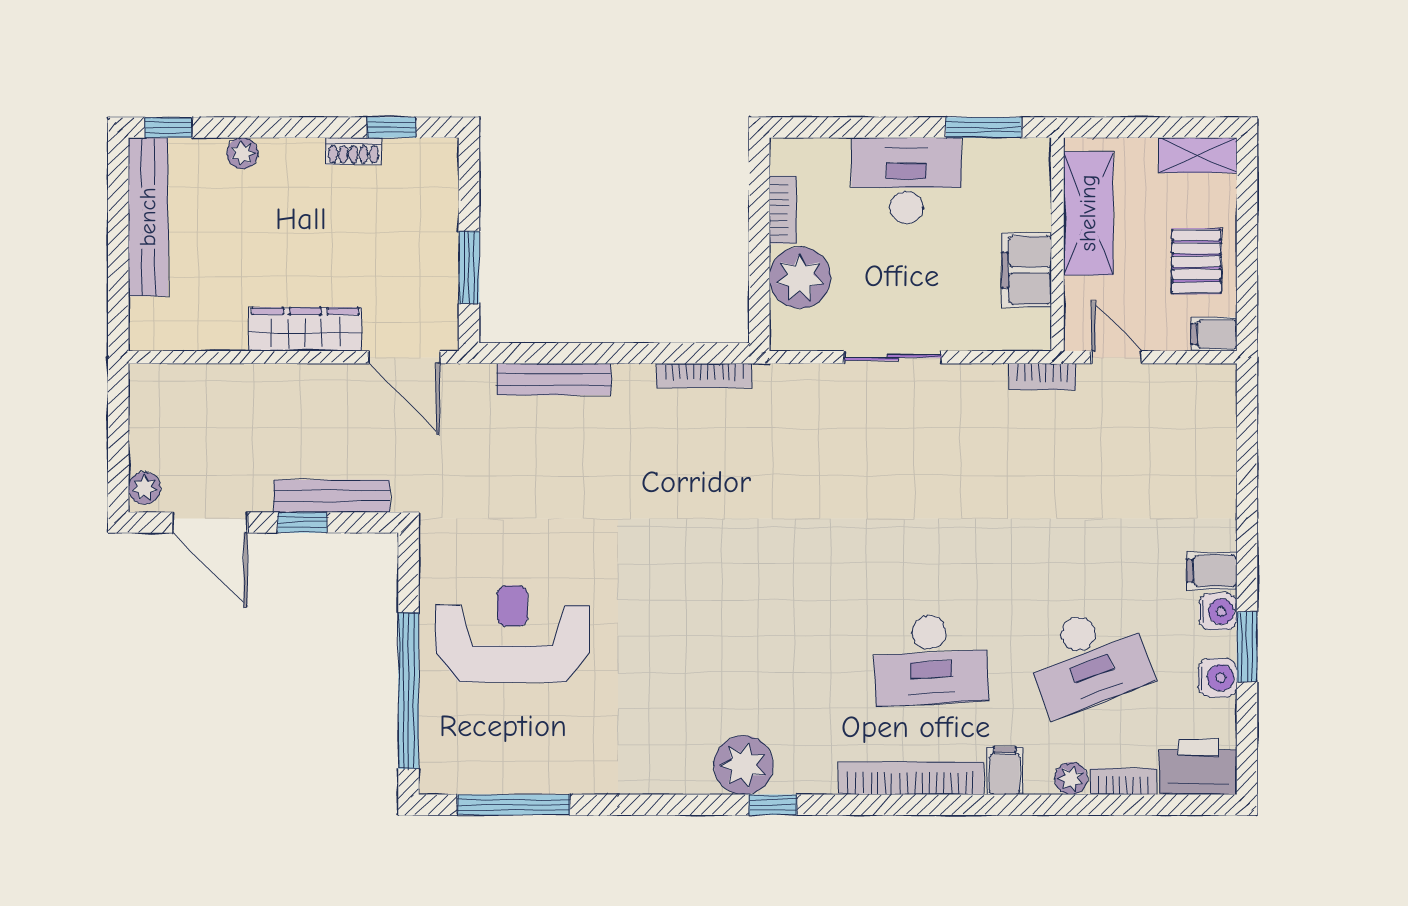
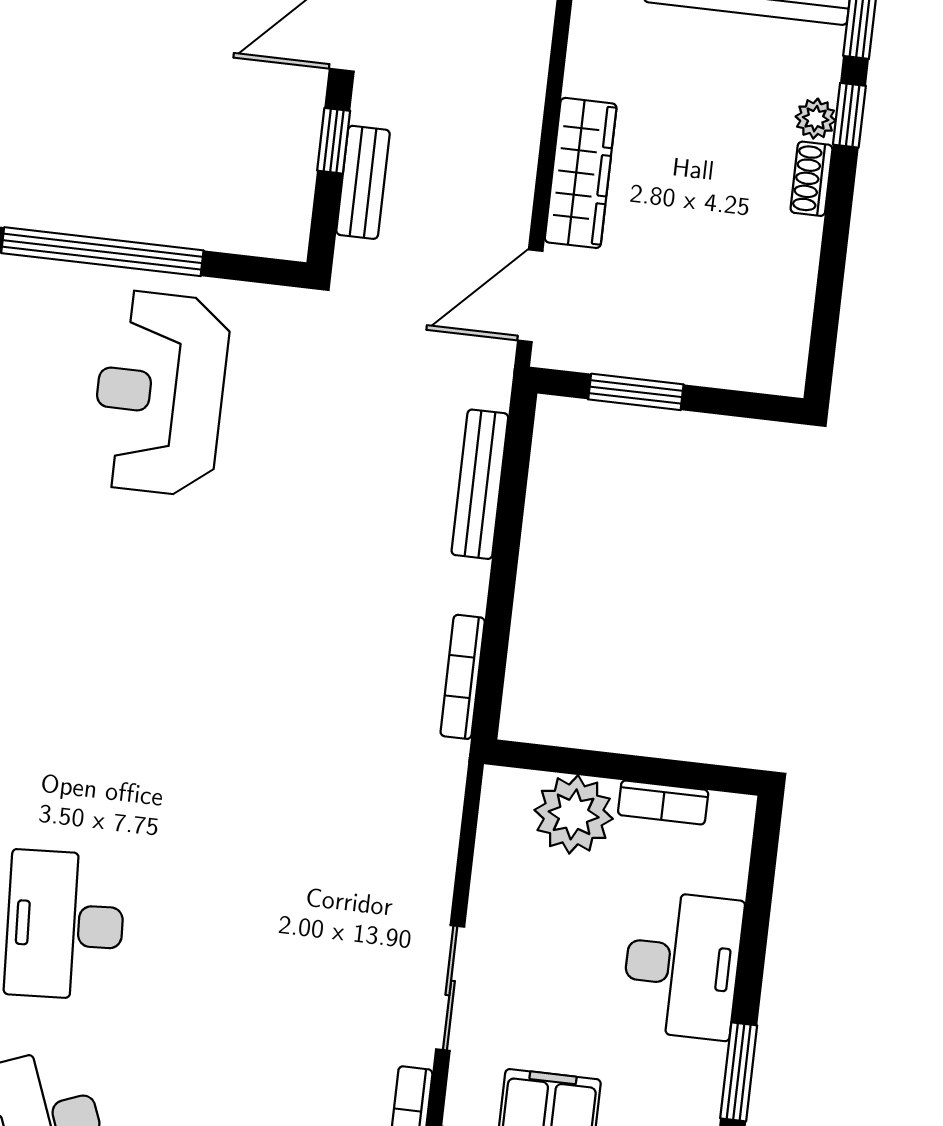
window: (391, 128) -> (849, 115), moved
shoe rack: (353, 151) -> (811, 179), moved
sliding door: (893, 357) -> (450, 988), moved
bench: (332, 496) -> (363, 182), width x0.73
reception desk: (512, 634) -> (160, 393), turned 180

